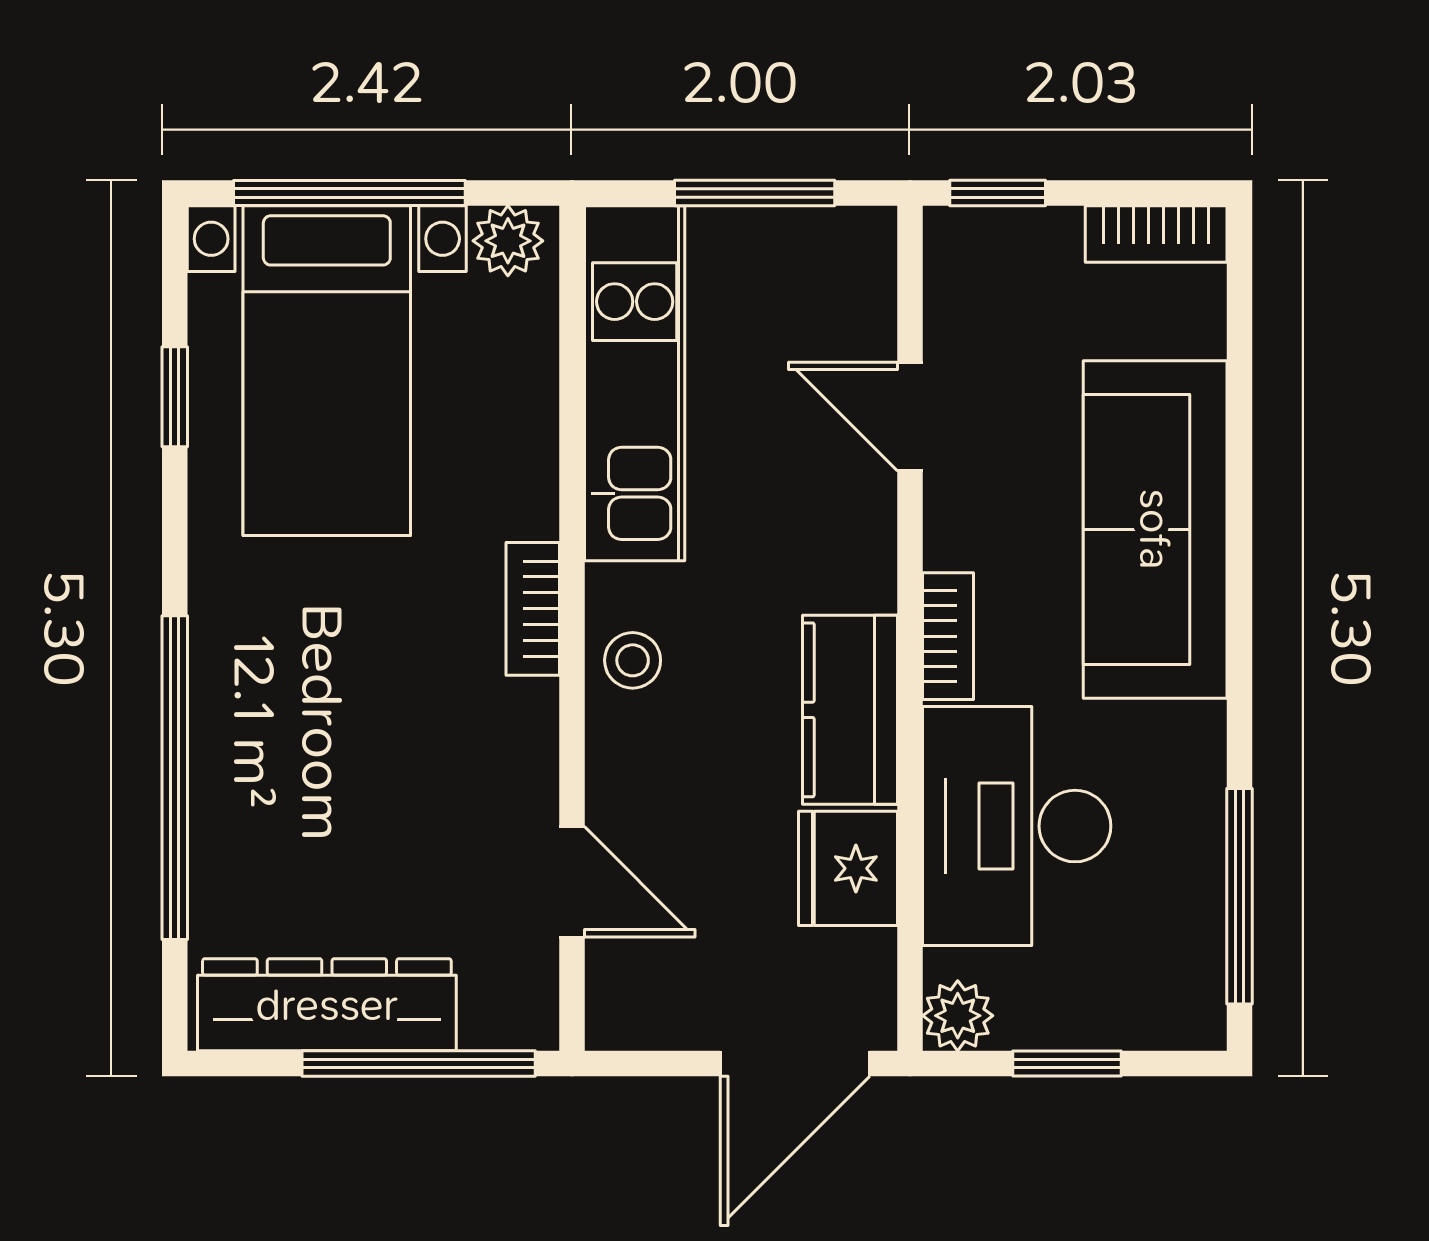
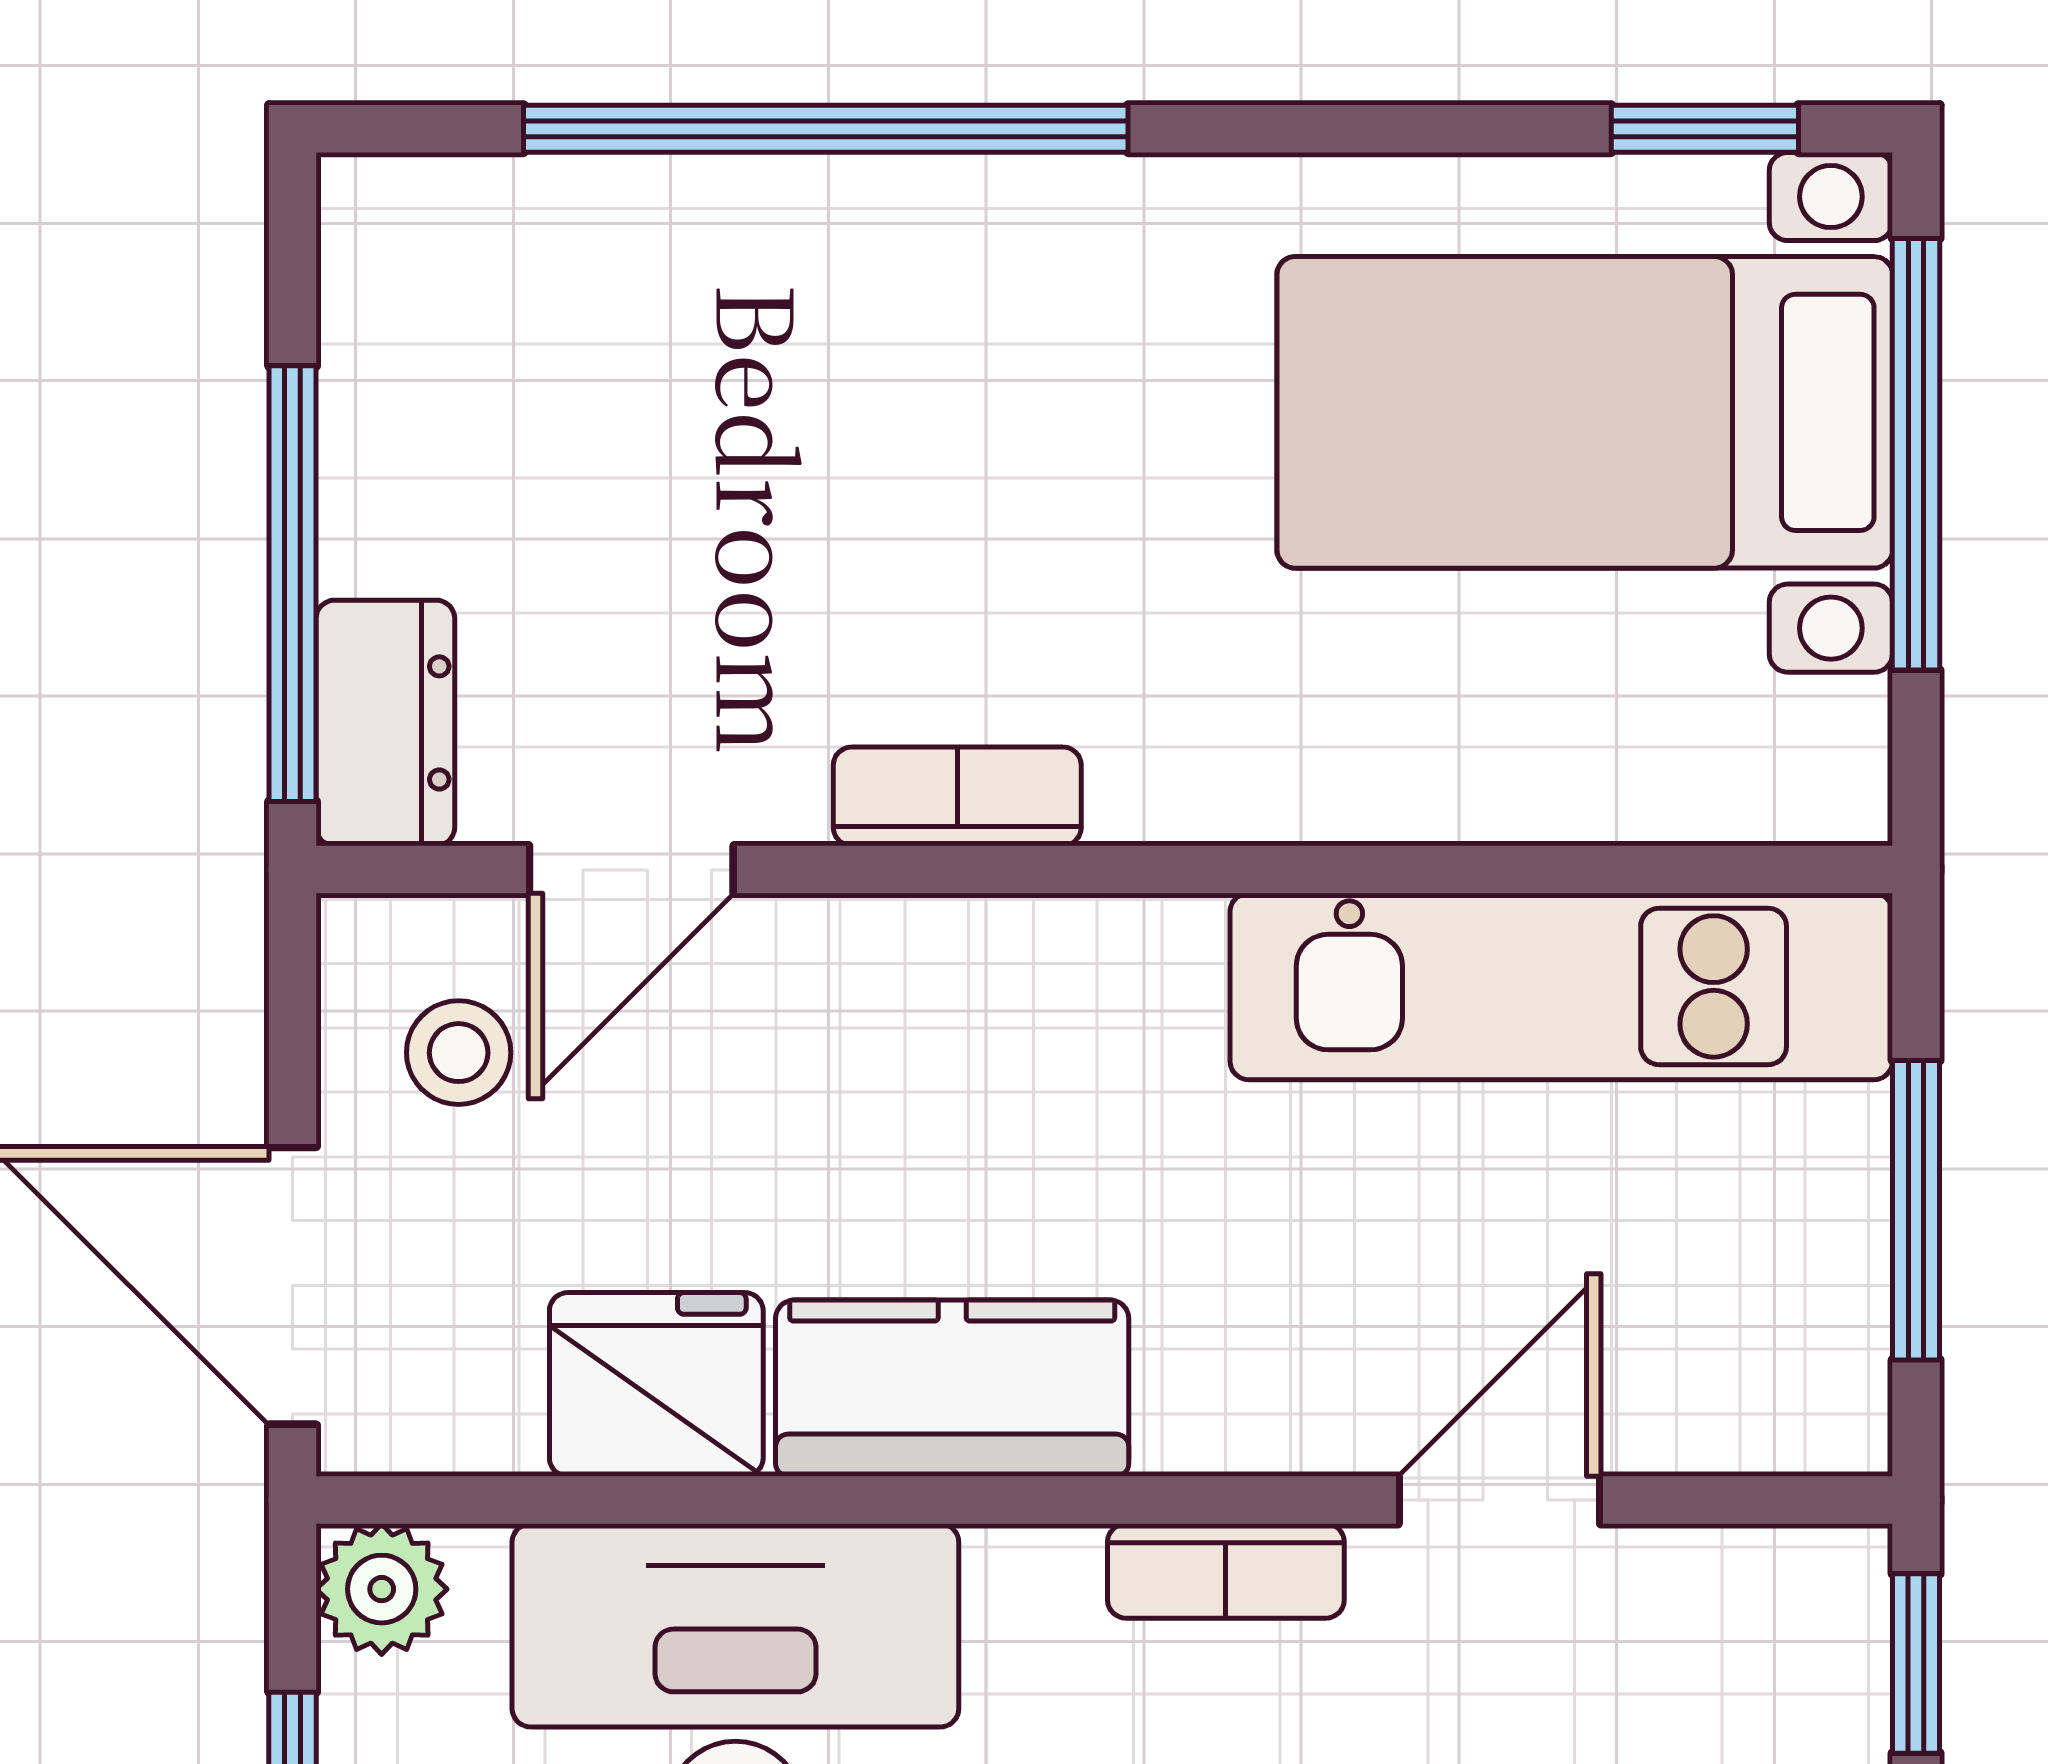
plant: (508, 241) -> (1827, 750), removed
window: (175, 397) -> (1705, 129), moved
bookcase: (533, 609) -> (957, 796), moved
bookcase: (948, 636) -> (1226, 1571), moved
stool: (633, 660) -> (459, 1053), moved
dresser: (327, 1005) -> (385, 723), moved, width x0.51, depth x0.80

